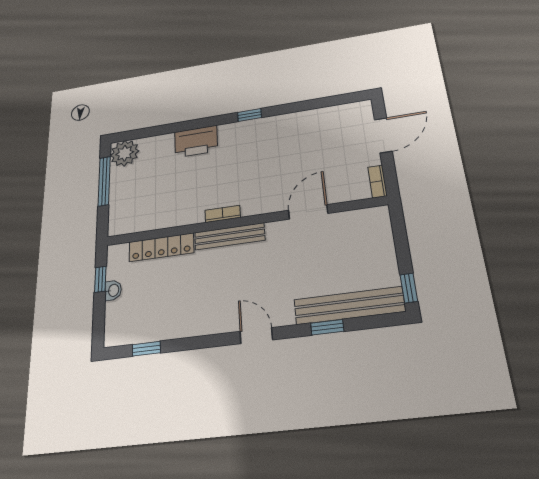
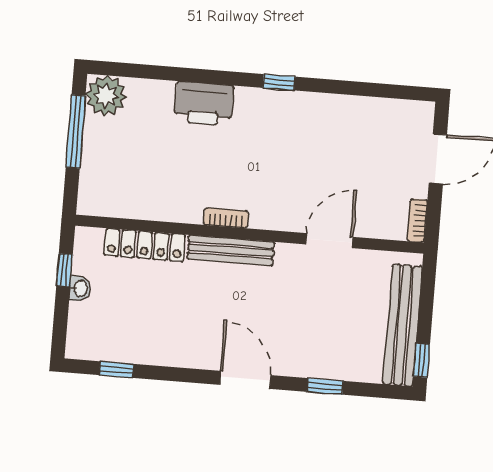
bench: (349, 306) -> (402, 325), moved, turned 90
door: (256, 336) -> (245, 380), width x1.38

